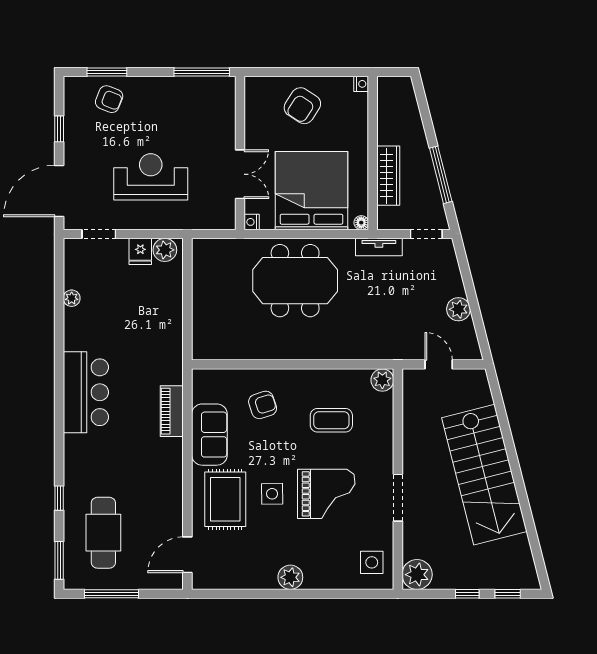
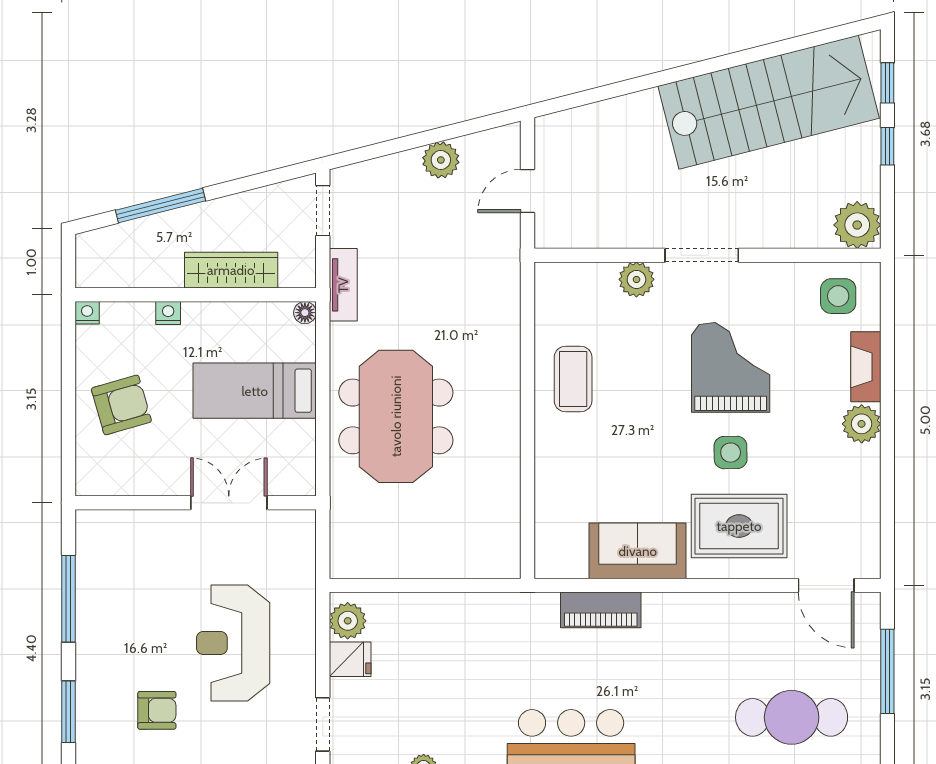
window: (202, 72) -> (68, 599), moved
armchair: (109, 99) -> (157, 710), moved, turned 68
armchair: (302, 106) -> (121, 405), turned -49
window: (441, 175) -> (161, 205), moved
bed: (312, 191) -> (255, 391), width x0.49
nightstand: (252, 222) -> (168, 313), moved, turned 180
plant: (382, 380) -> (636, 279), moved
armchair: (263, 405) -> (591, 467), removed
coffee table: (331, 420) -> (573, 379), moved
stairs: (484, 475) -> (769, 102), moved
doorway: (398, 498) -> (702, 255), moved
fireplace: (327, 580) -> (866, 367), added
window: (112, 594) -> (887, 671), moved

